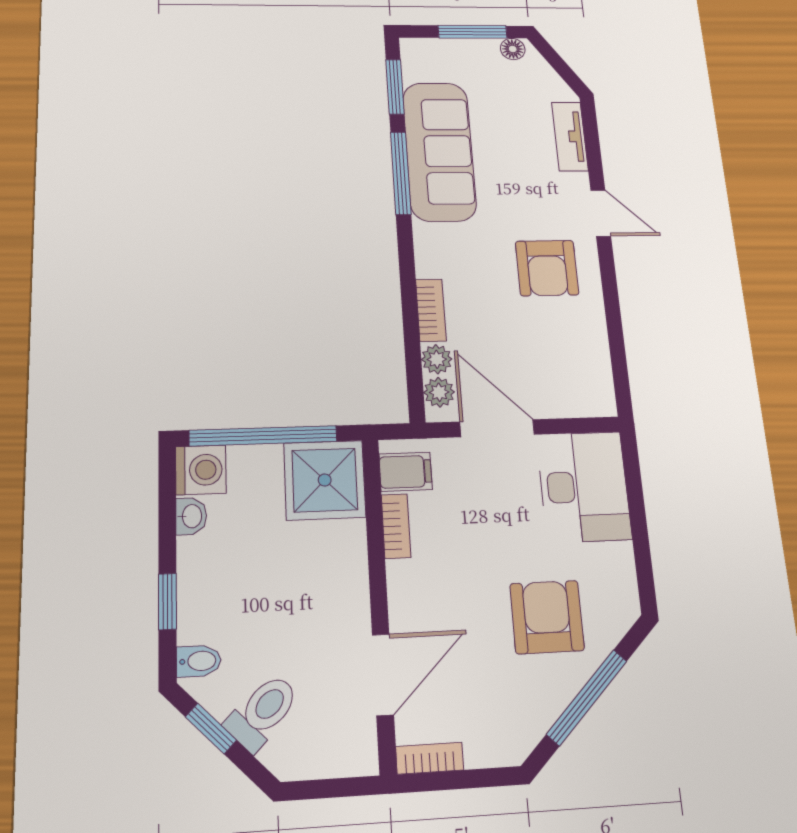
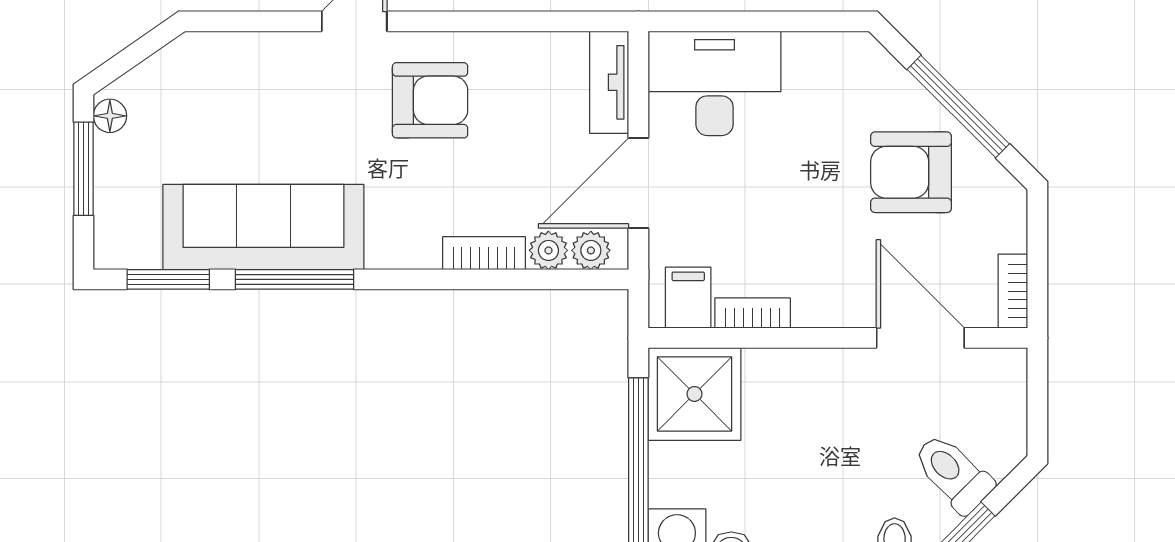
tv unit: (570, 136) -> (609, 82), moved, turned 90
armchair: (547, 617) -> (911, 172), moved

